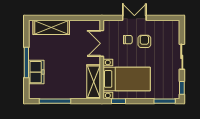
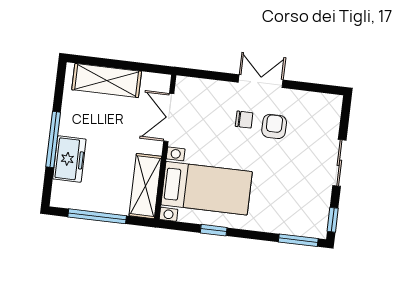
double door: (102, 43) -> (169, 117), moved
wall: (102, 60) -> (165, 147), moved
bed with nightstands: (127, 79) -> (207, 188), moved
shelving: (94, 82) -> (145, 186), moved

